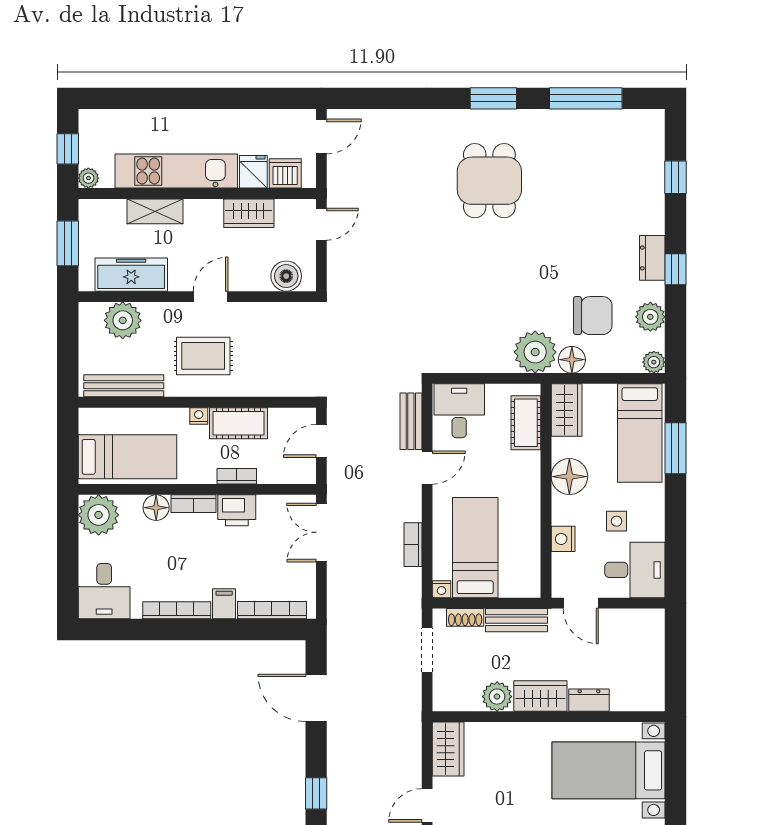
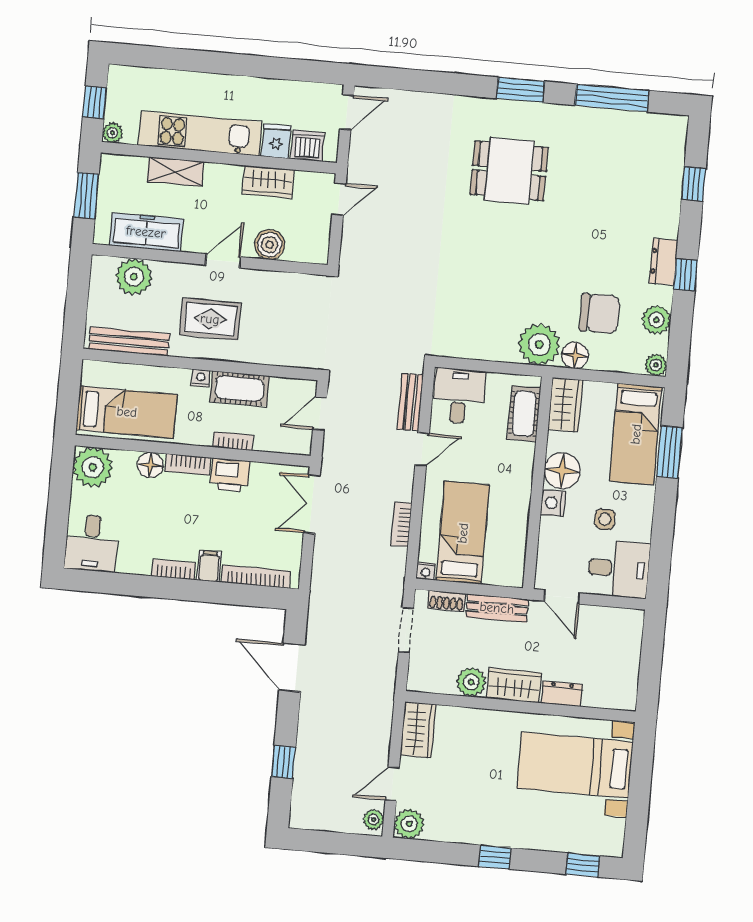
dining table: (489, 181) -> (509, 171), turned 90
boiler: (286, 276) -> (270, 245), moved
nightstand: (563, 539) -> (553, 503), moved
bookcase: (177, 610) -> (174, 569), width x0.64

